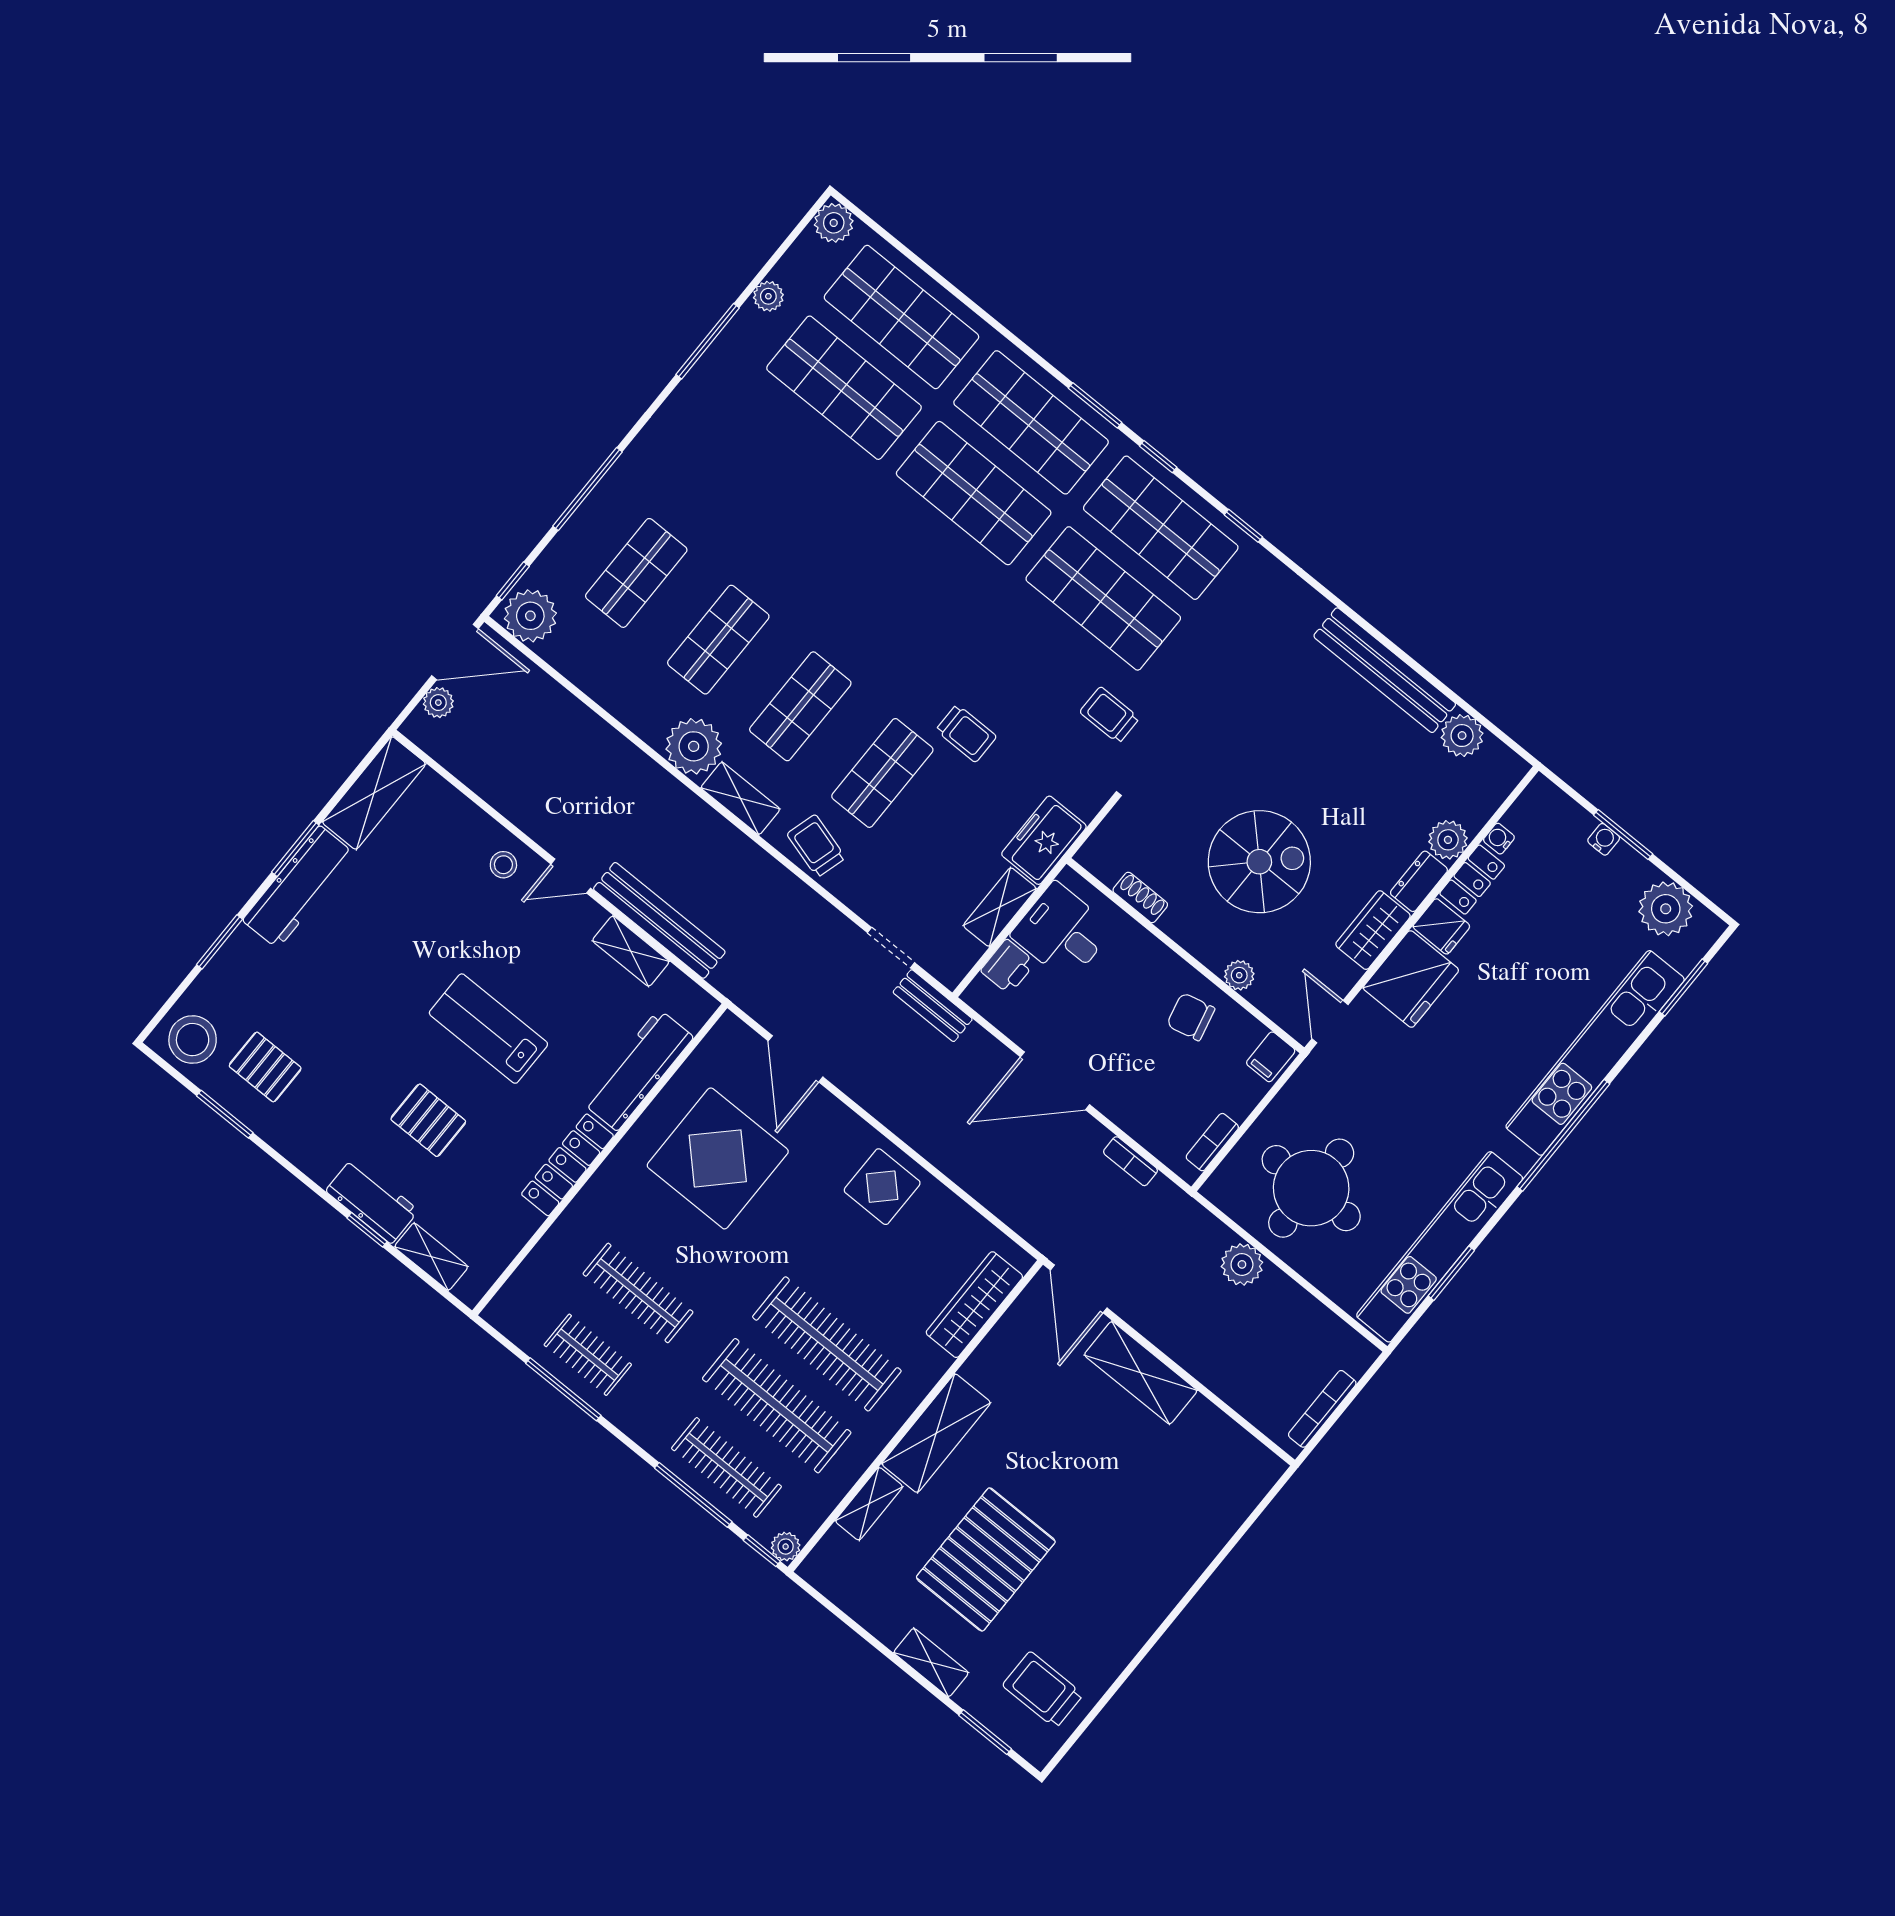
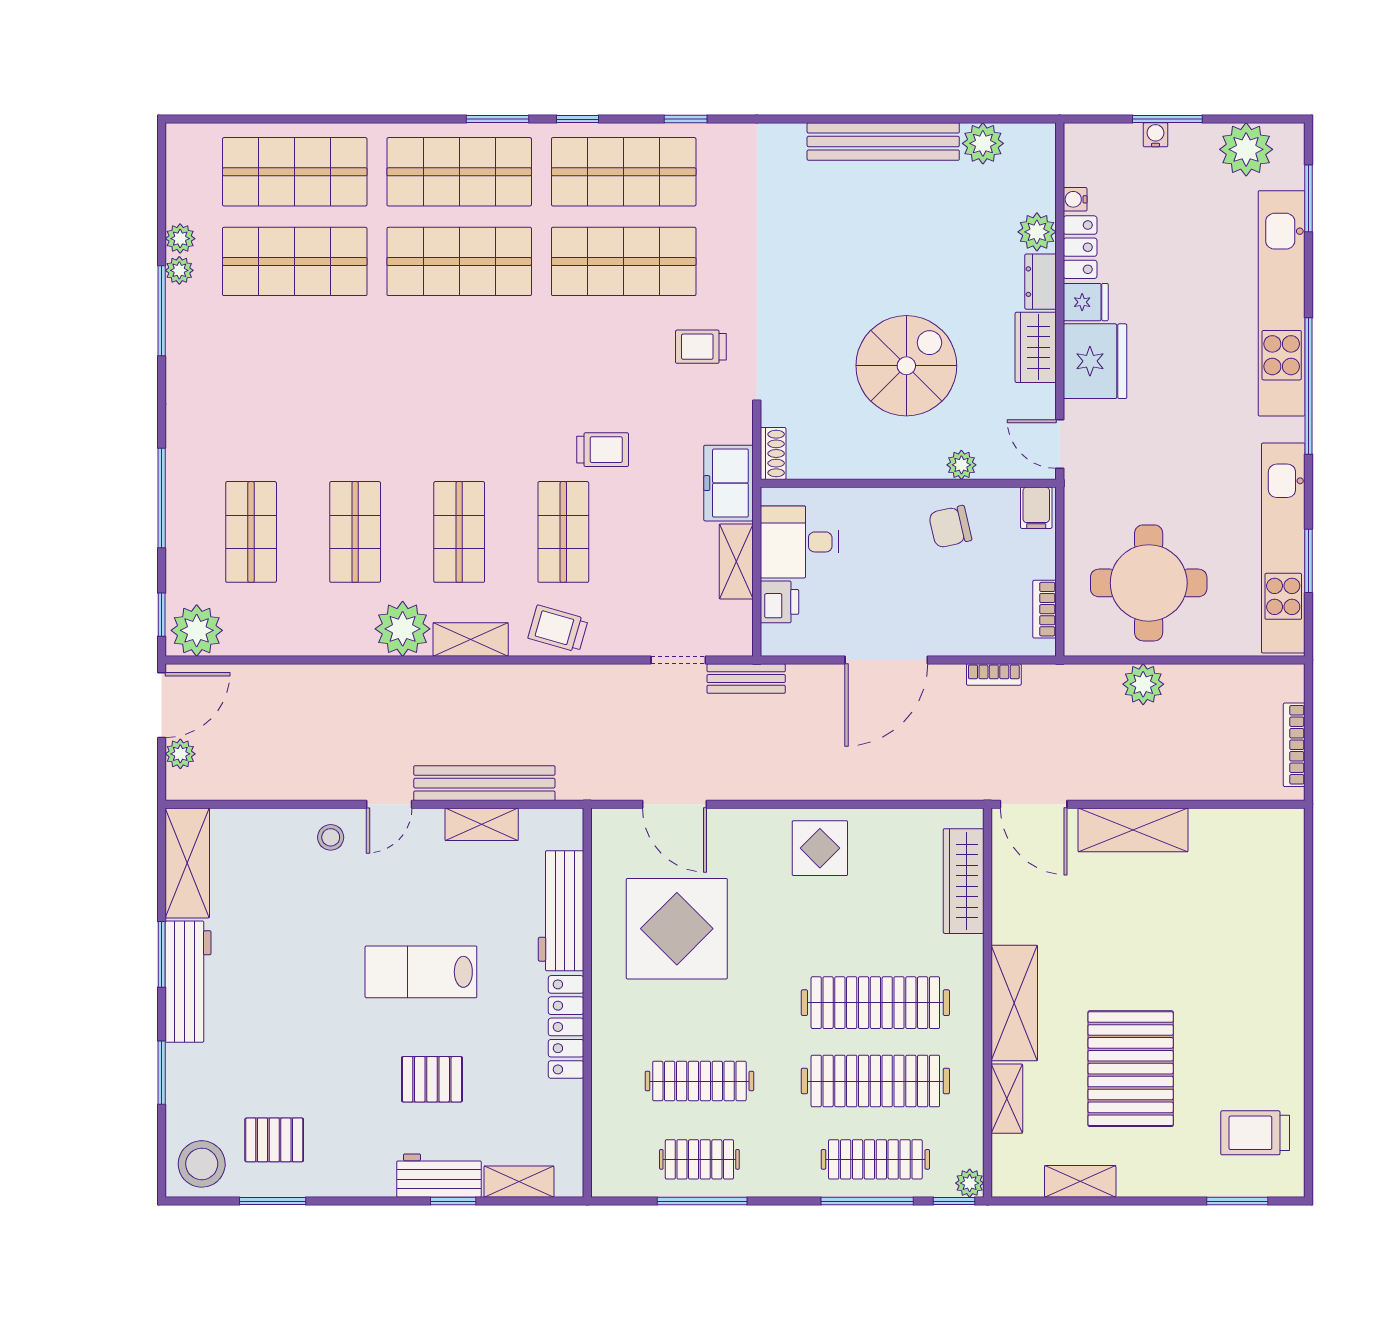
plant: (834, 223) -> (179, 270), moved, width x0.73, depth x0.73
shoe rack: (1140, 897) -> (773, 453), moved, turned 90
shelving: (931, 1663) -> (1080, 1181), moved

